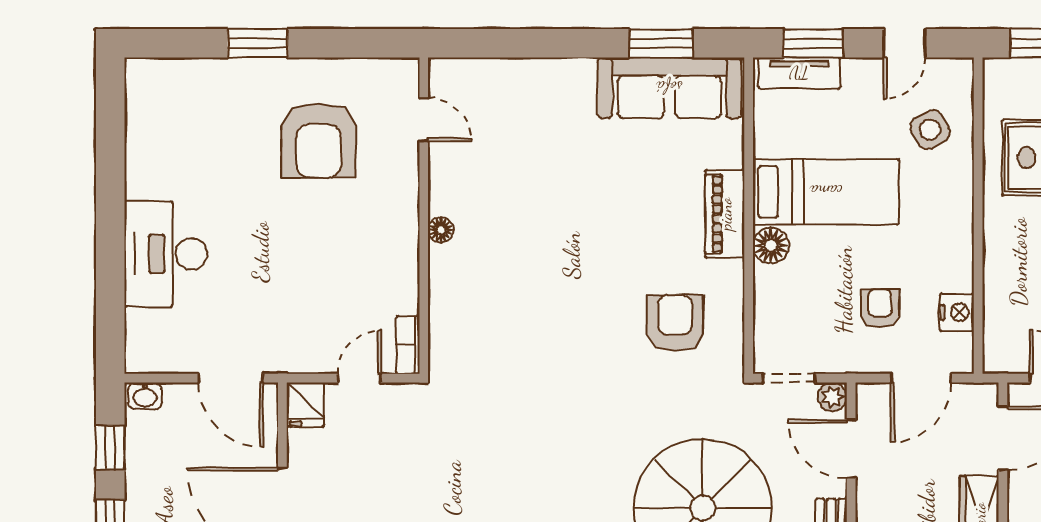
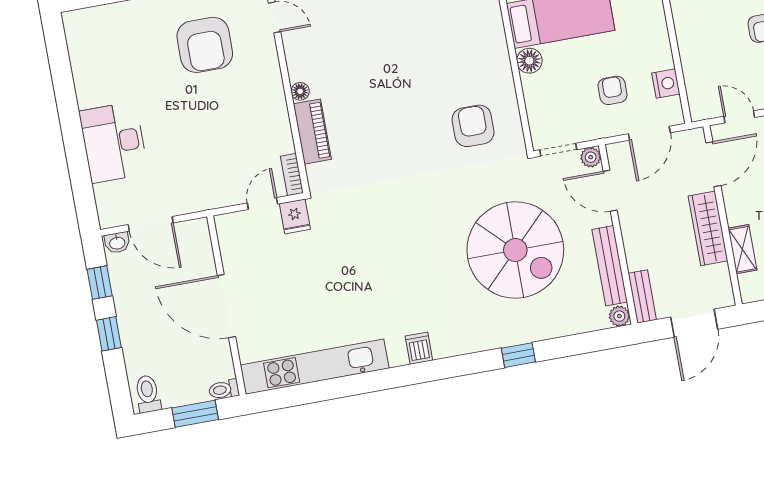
piano: (725, 214) -> (312, 132), moved, turned 180
door: (231, 378) -> (151, 224), moved
fridge: (305, 404) -> (295, 216), moved

